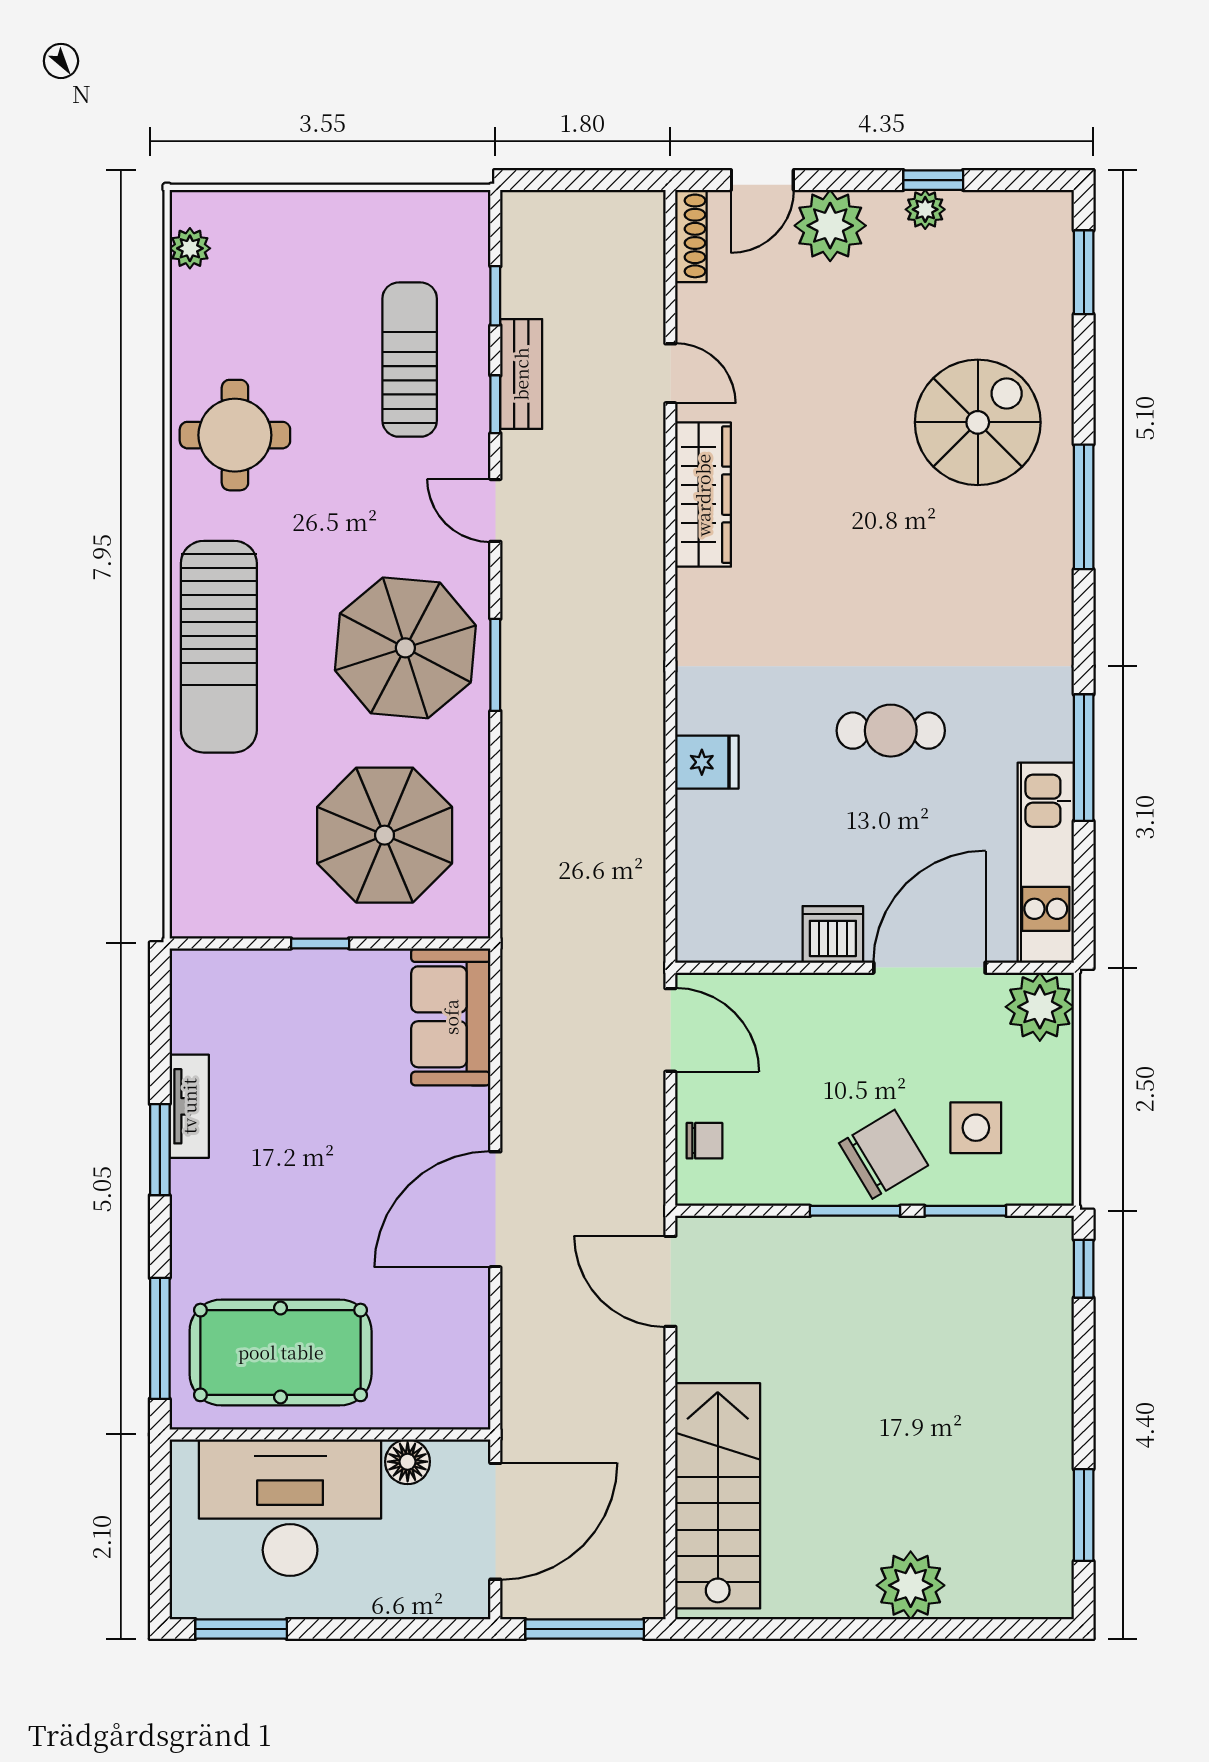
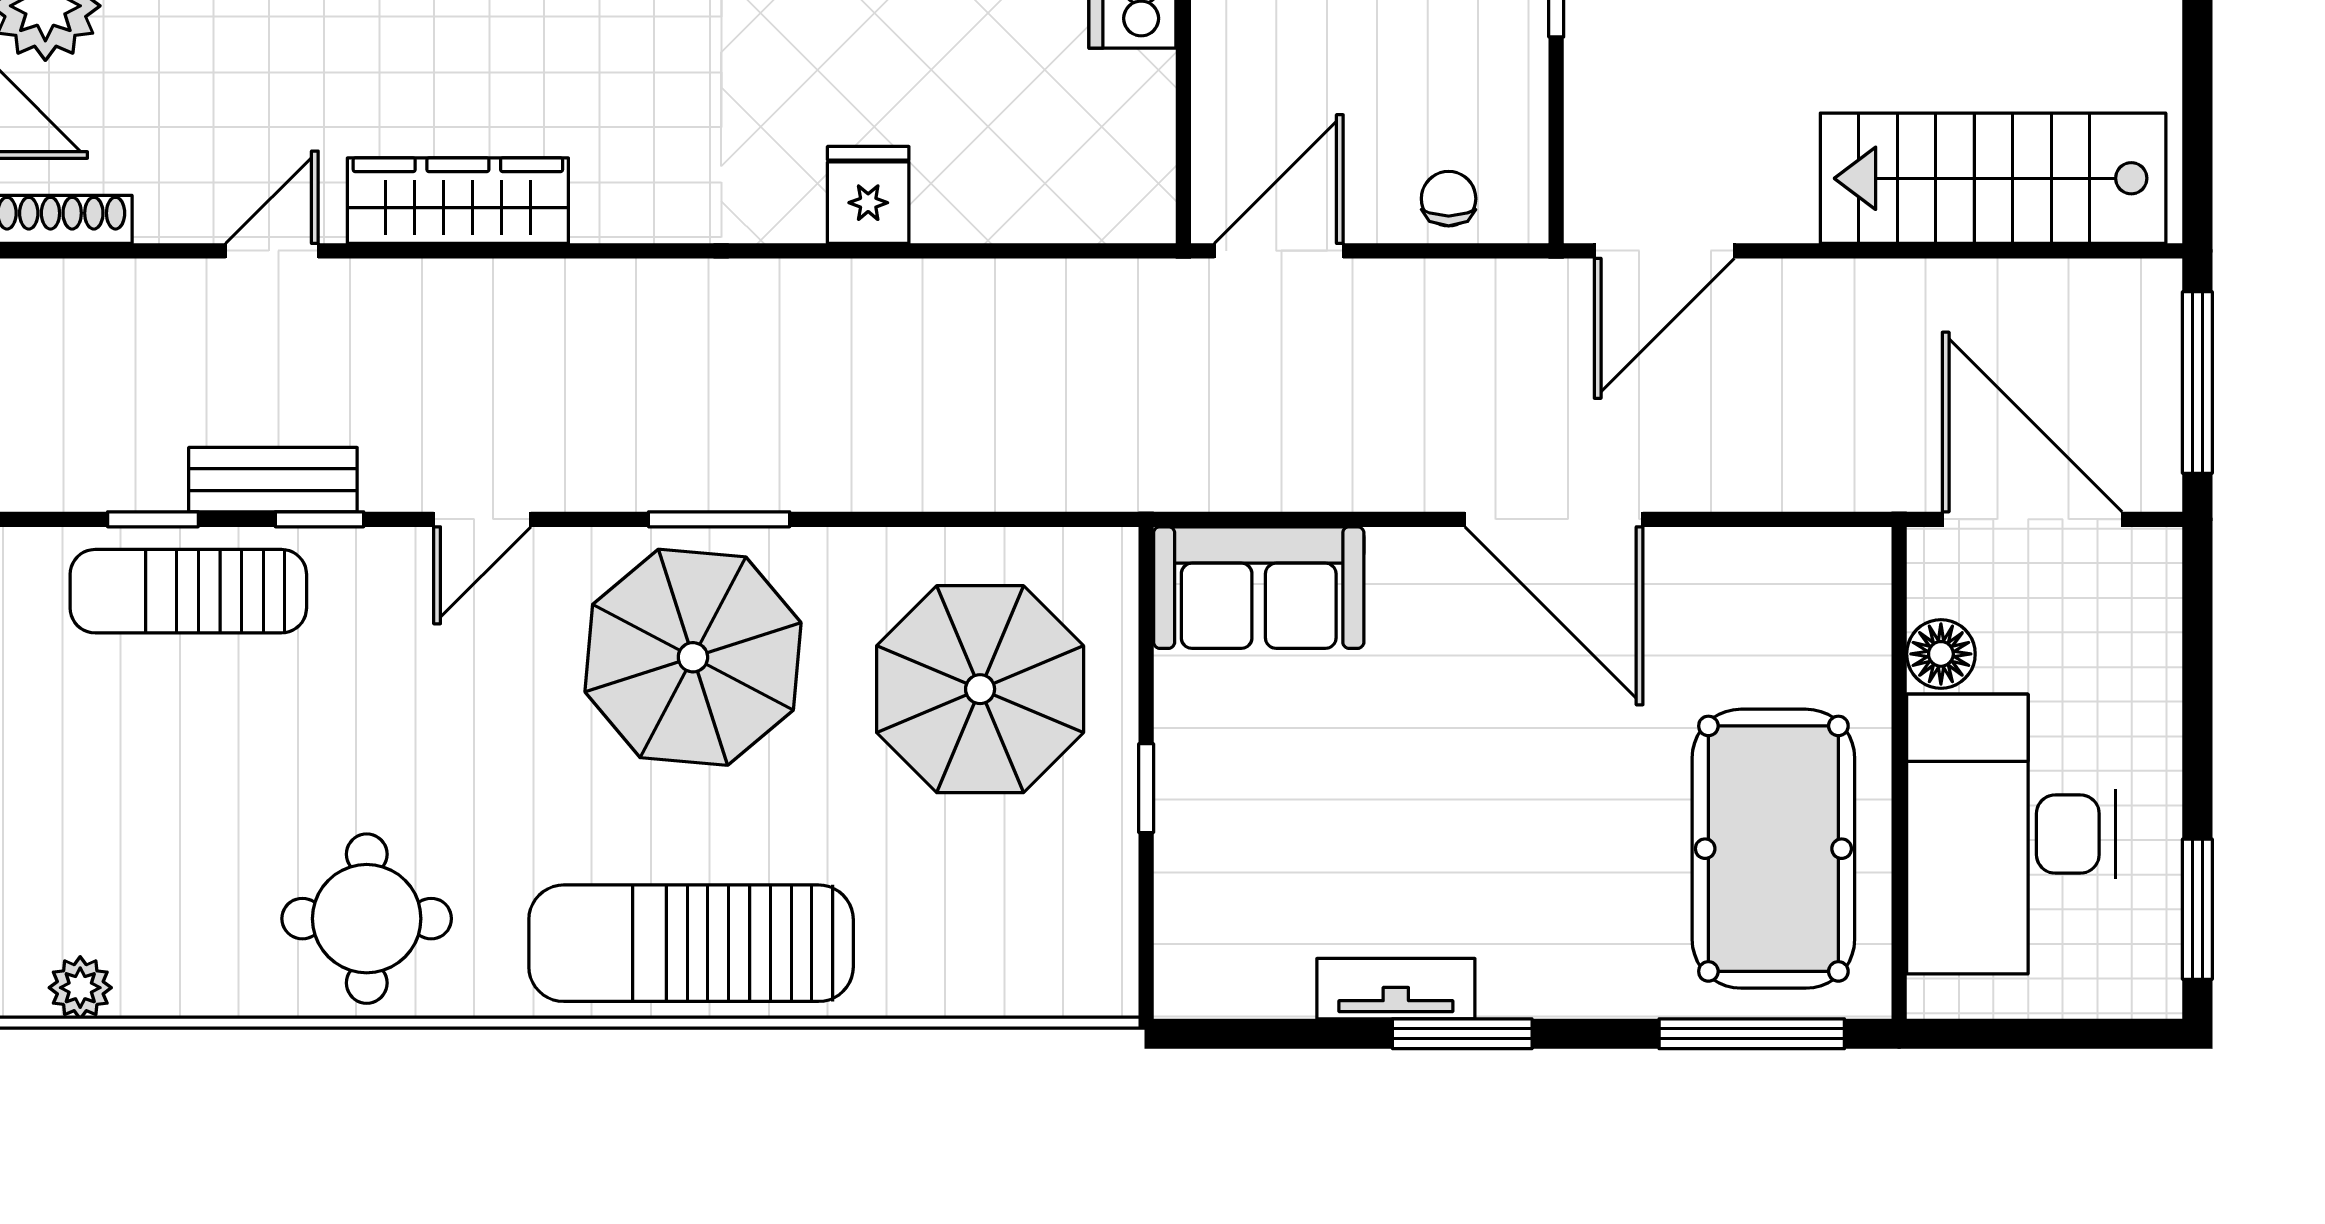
sun lounger: (410, 360) -> (188, 591), moved
sun lounger: (219, 647) -> (691, 943), turned 180

